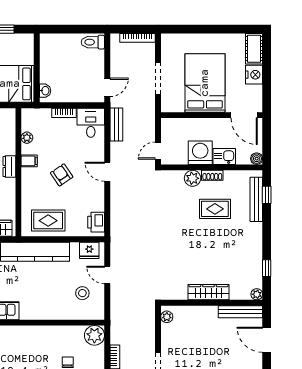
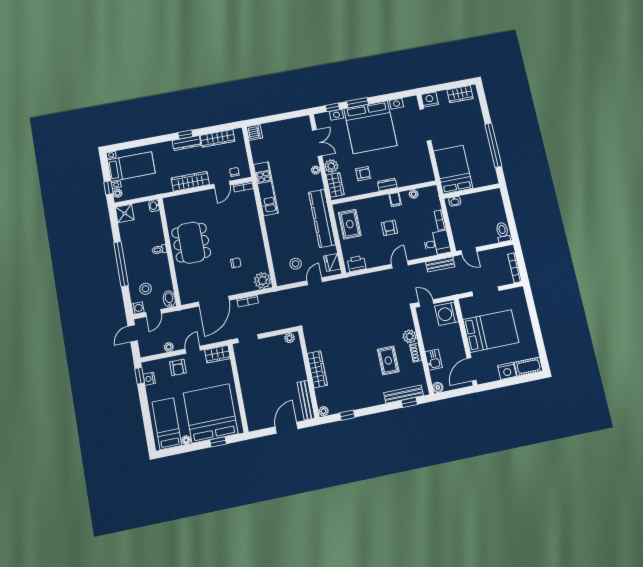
washing machine: (200, 153) -> (447, 314), moved, turned 180
armchair: (62, 175) -> (389, 228), turned -56

